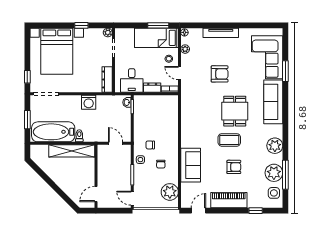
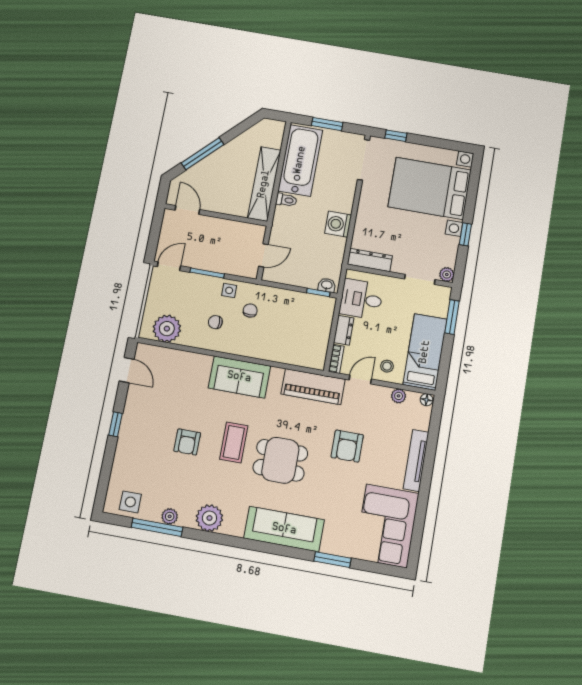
window: (158, 25) -> (452, 317), moved
corner sofa: (267, 57) -> (387, 526), moved, turned -90
sofa: (191, 165) -> (239, 377), moved
plant: (274, 173) -> (170, 516), width x0.53, depth x0.53
window: (60, 192) -> (203, 154), added
piano: (229, 200) -> (313, 387), moved, turned 90
window: (256, 211) -> (116, 424), moved

